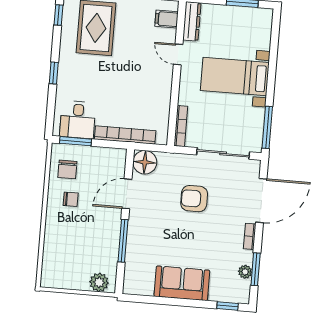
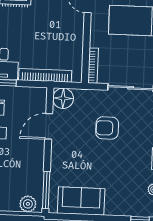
window: (123, 241) -> (46, 190), moved
sofa: (182, 283) -> (81, 201), moved

